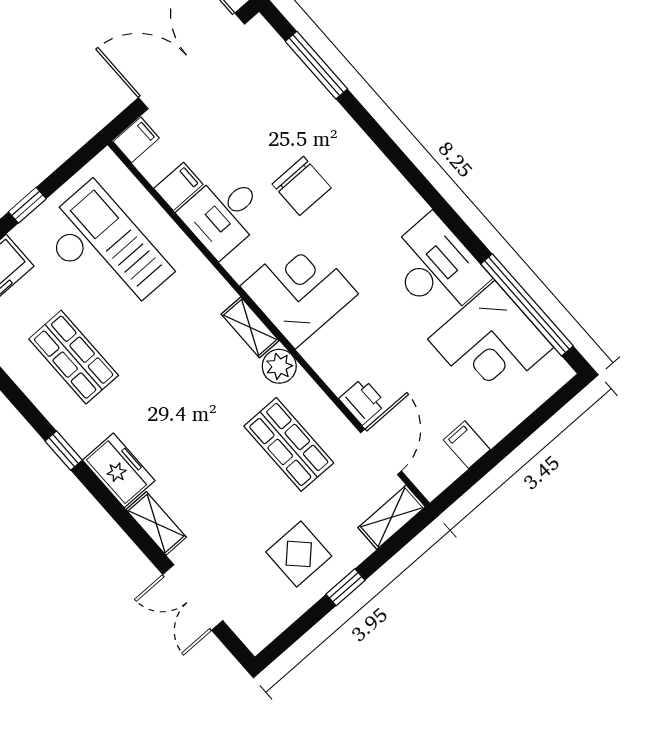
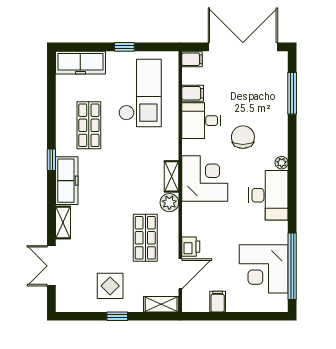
plant: (386, 174) -> (282, 163), added
chair: (302, 186) -> (243, 137), turned 180
desk: (436, 268) -> (268, 195), moved
freezer: (119, 470) -> (67, 181), width x1.40

